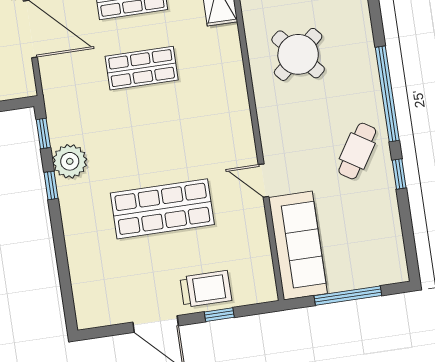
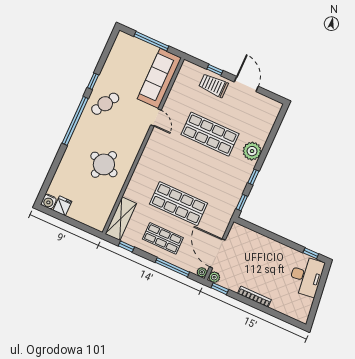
round table: (298, 54) -> (104, 164), turned -30
shop shelf: (142, 68) -> (179, 204), width x1.43, depth x1.36
plant: (70, 161) -> (252, 151), moved

